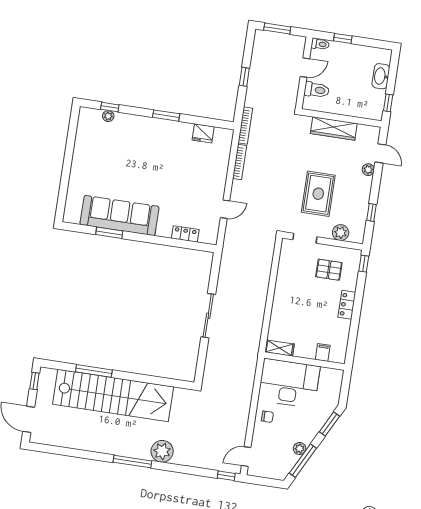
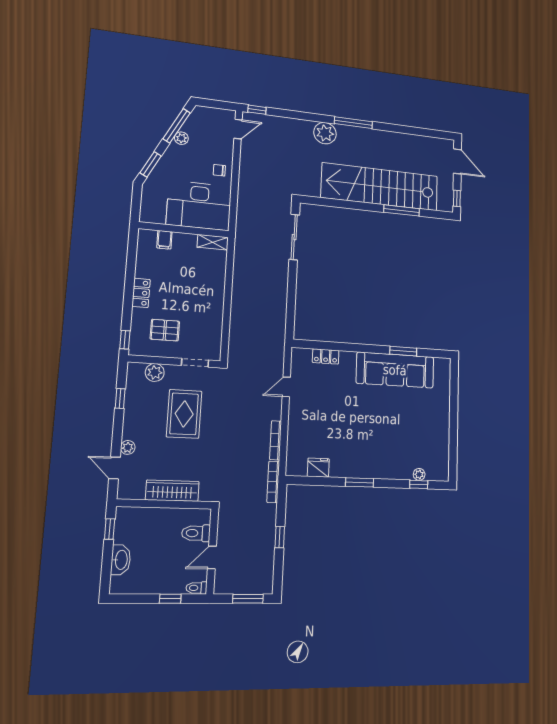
sliding door: (208, 316) -> (294, 237), moved

